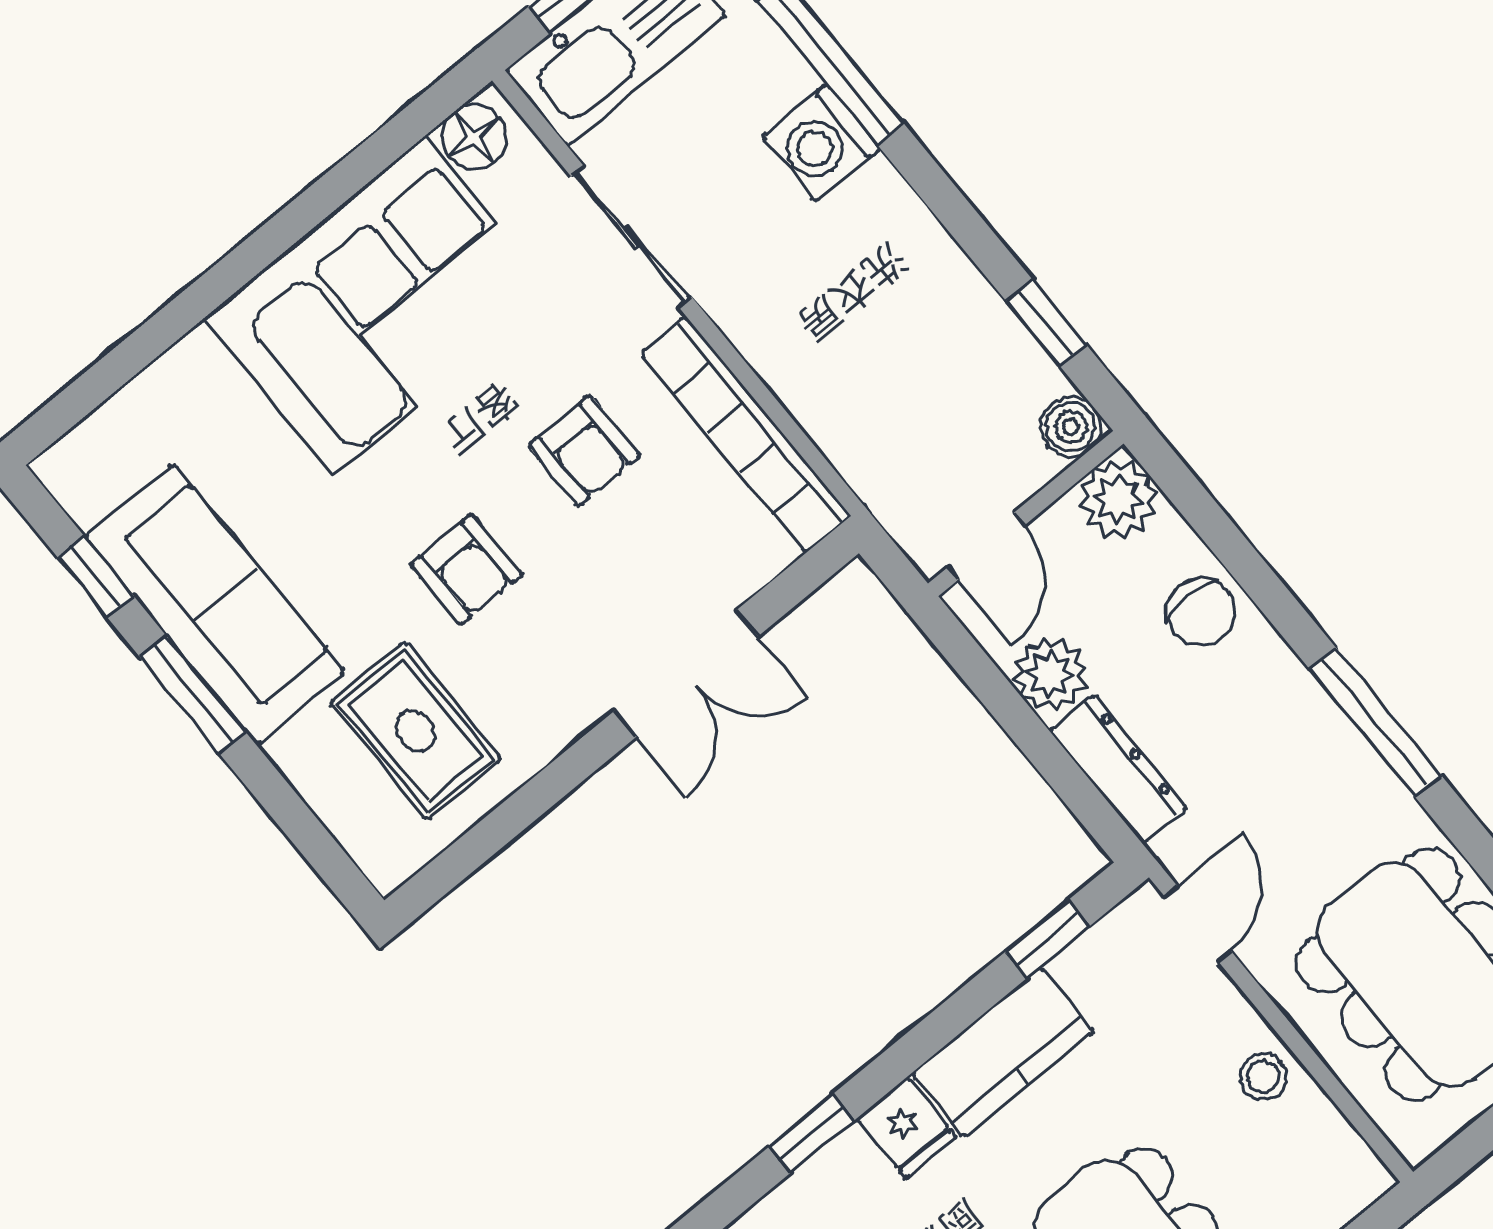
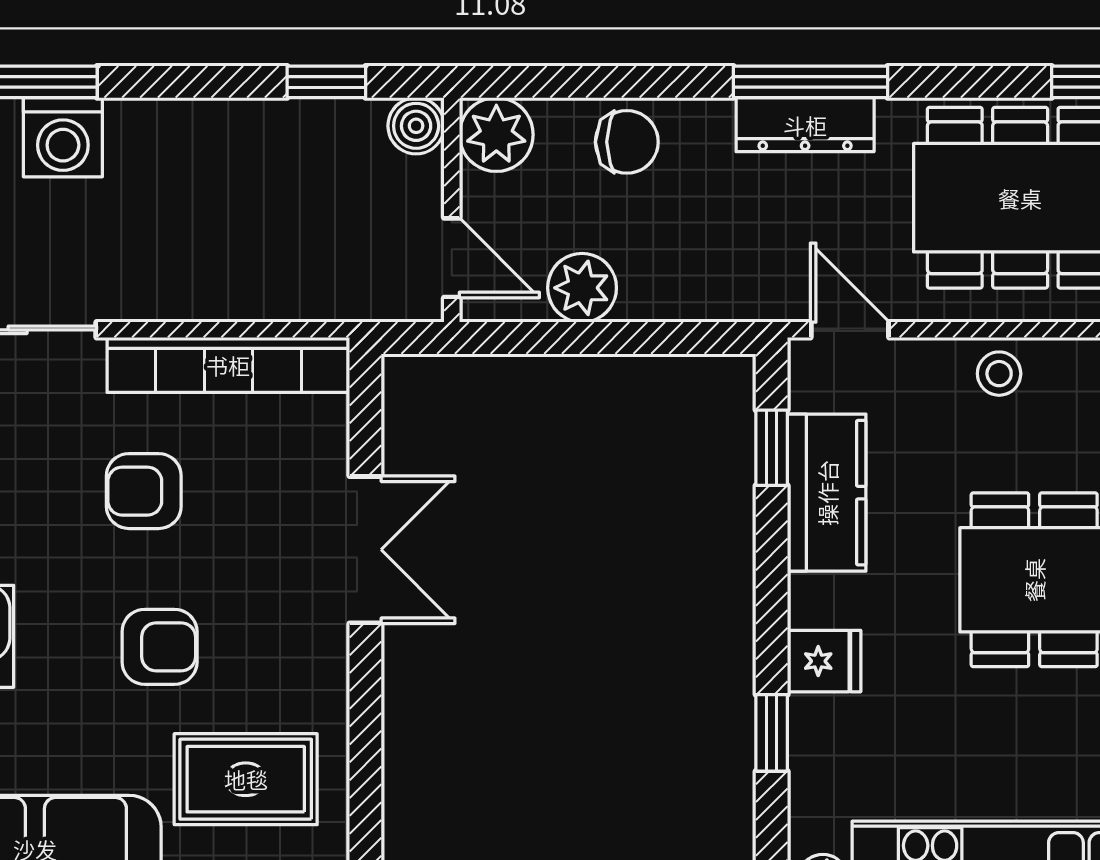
armchair: (584, 451) -> (144, 491), turned 180
dresser: (1118, 769) -> (805, 125), moved, turned 180
kitchen counter: (1003, 1052) -> (827, 493), moved

